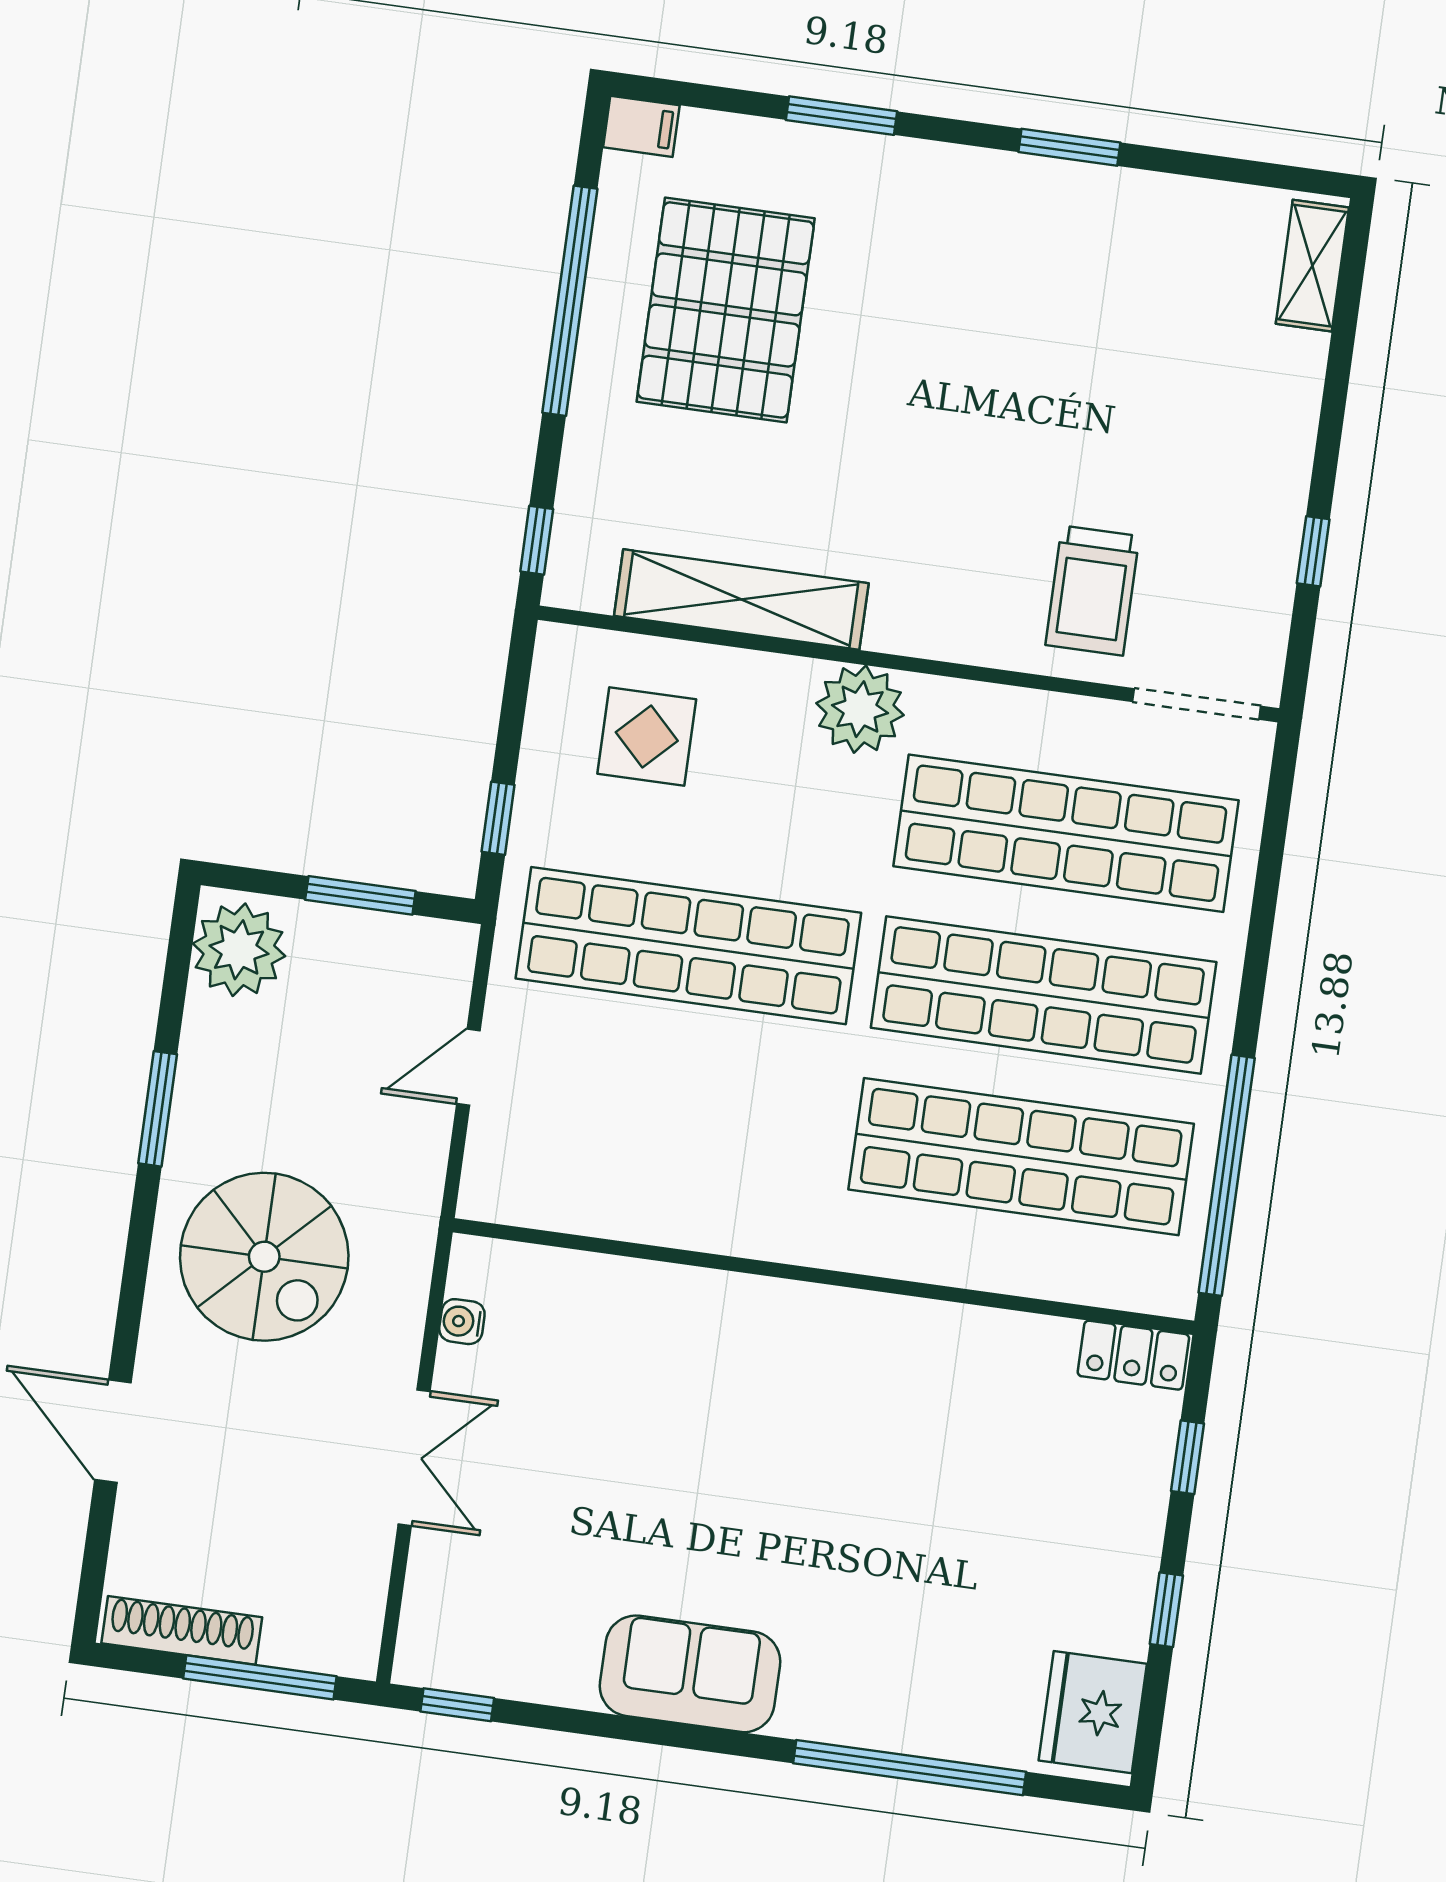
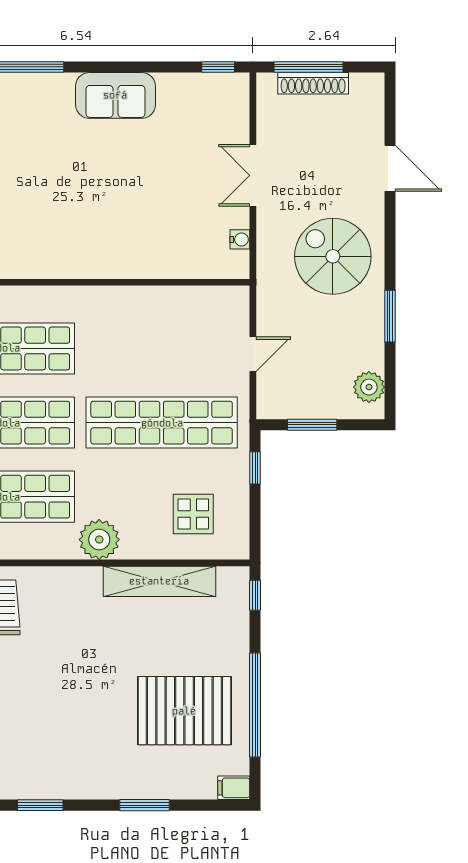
pallet: (726, 310) -> (184, 711), turned 90
plant: (239, 950) -> (369, 387), width x0.73, depth x0.73
shoe rack: (182, 1630) -> (313, 83), moved

